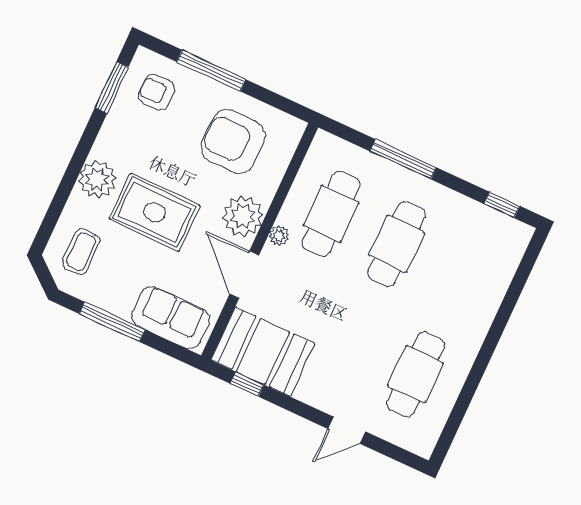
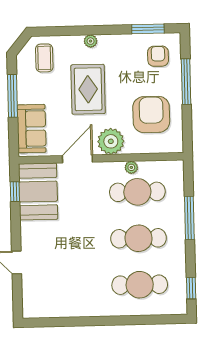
plant: (97, 179) -> (91, 41), width x0.53, depth x0.53
plant: (279, 236) -> (131, 167), moved
coffee table: (81, 252) -> (44, 58), turned 90
cafe table: (416, 374) -> (140, 285), moved

